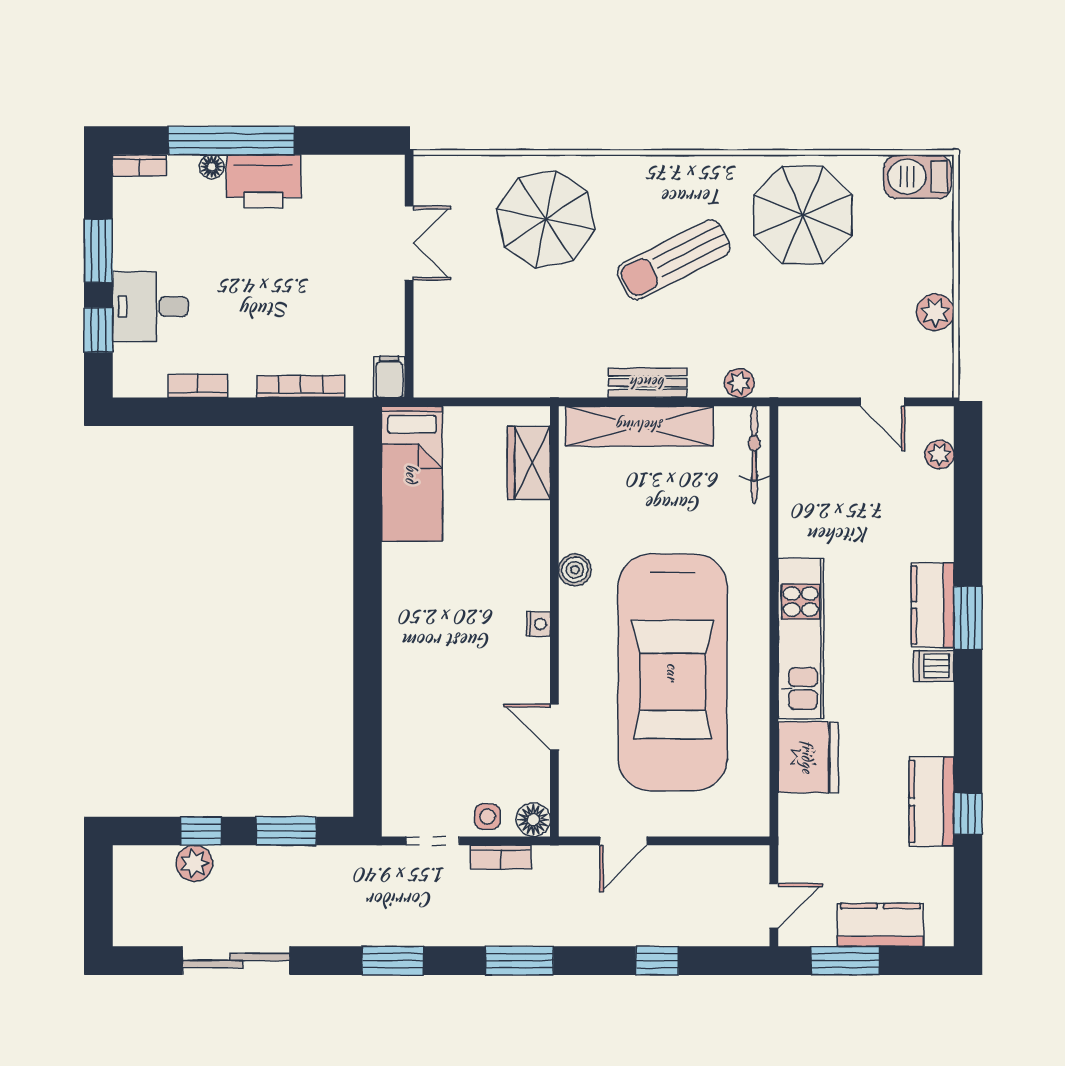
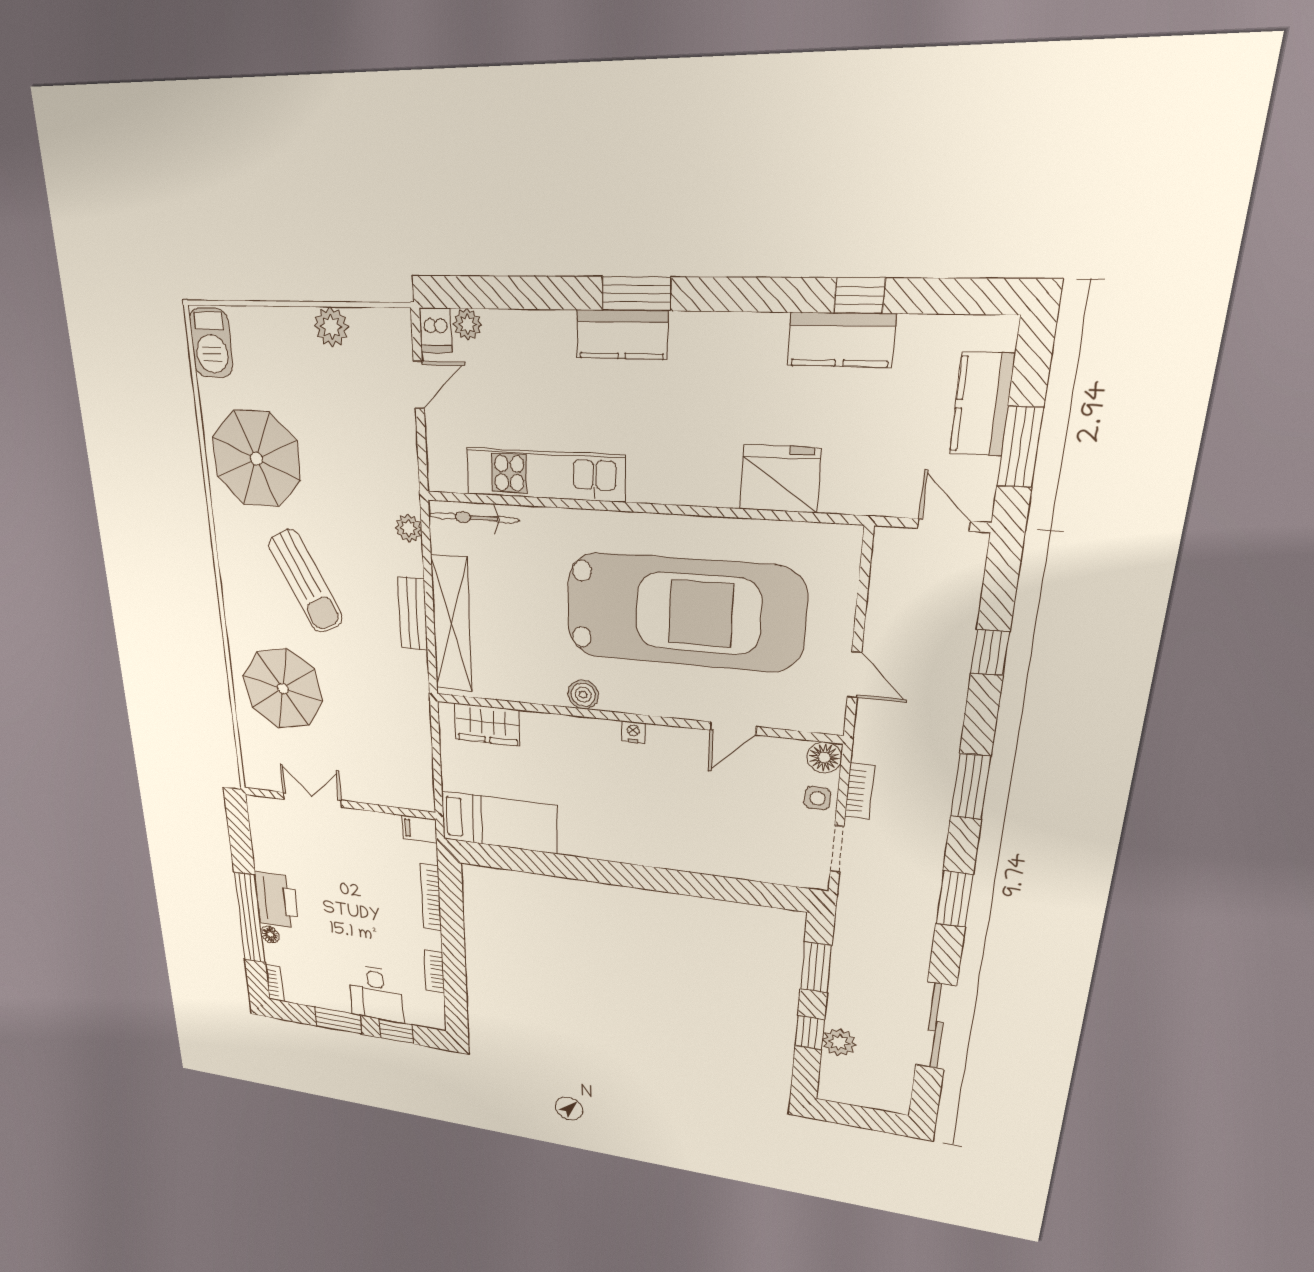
kitchen unit: (801, 639) -> (545, 475), moved
dishwasher: (934, 666) -> (435, 330), moved

